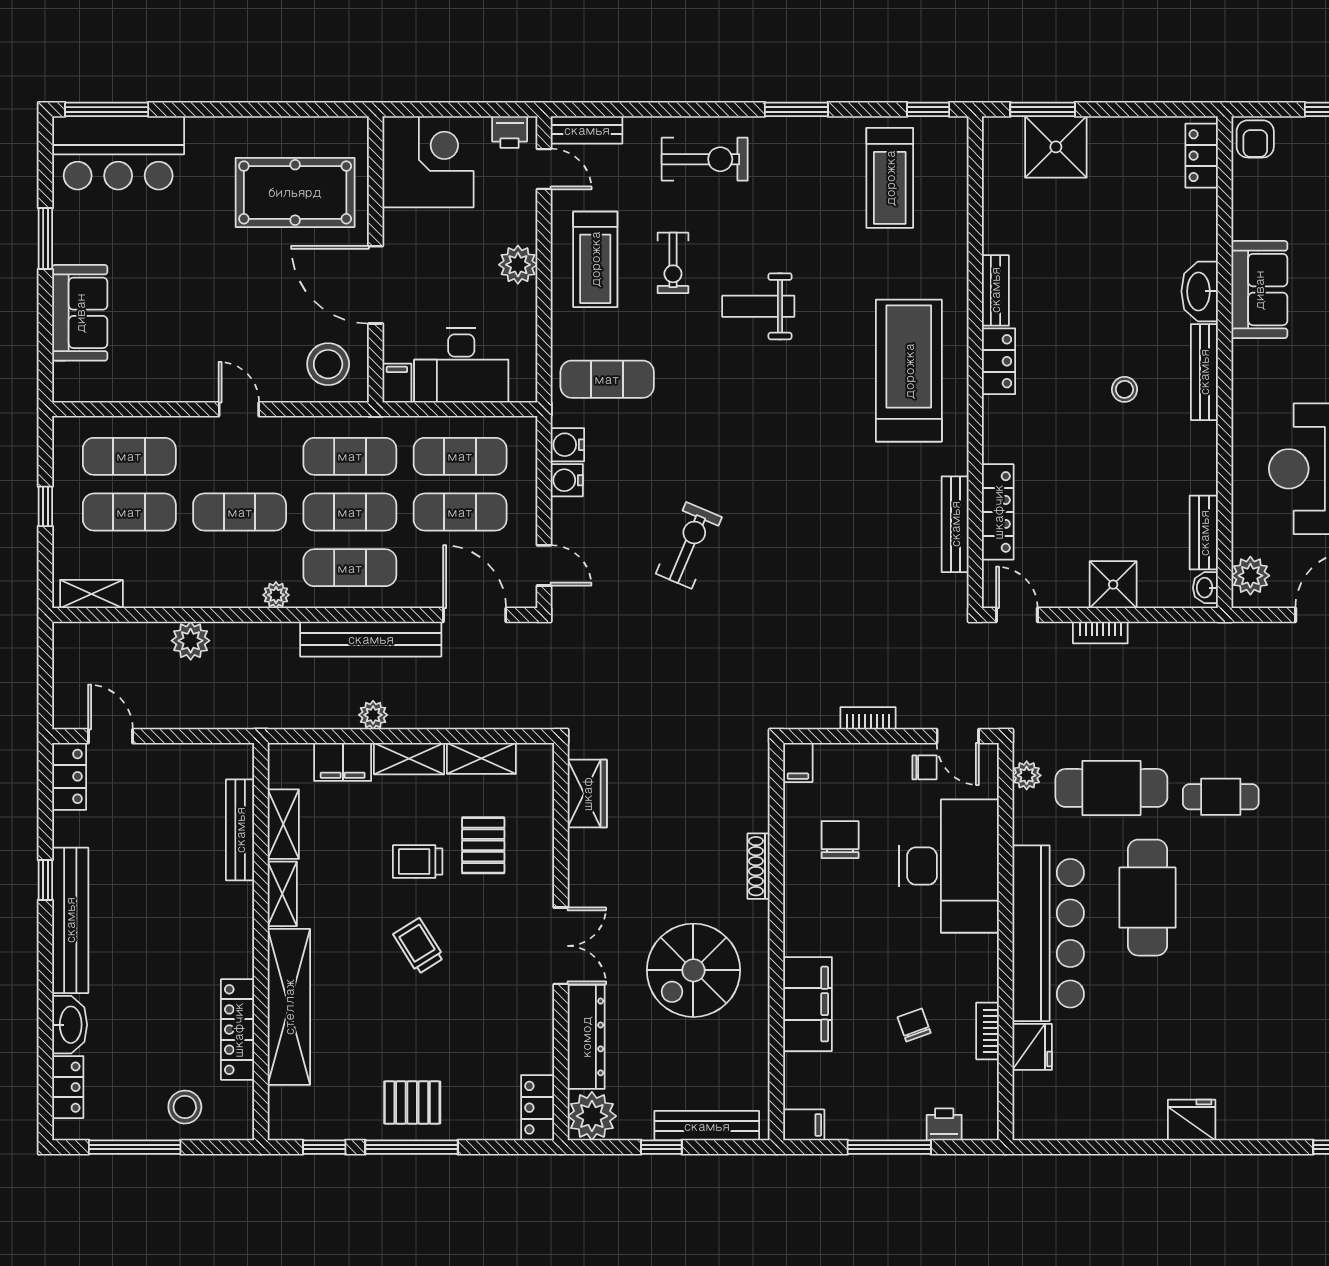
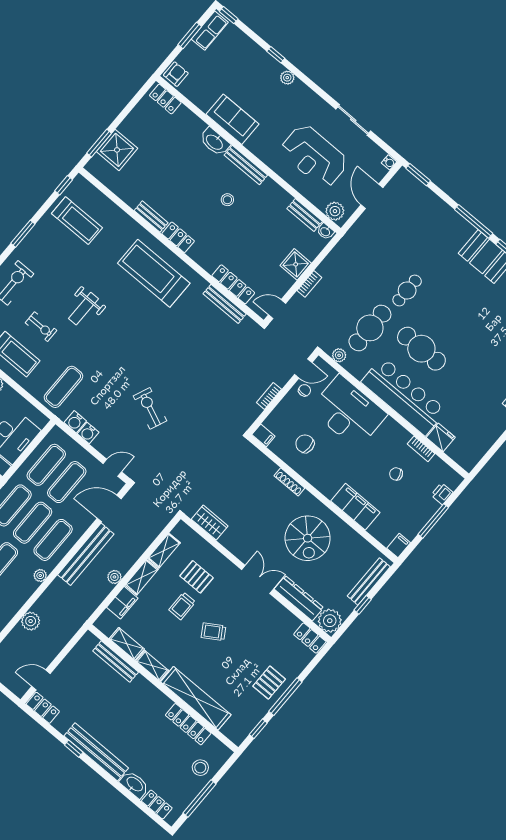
armchair: (1255, 139) -> (176, 74), turned -90

